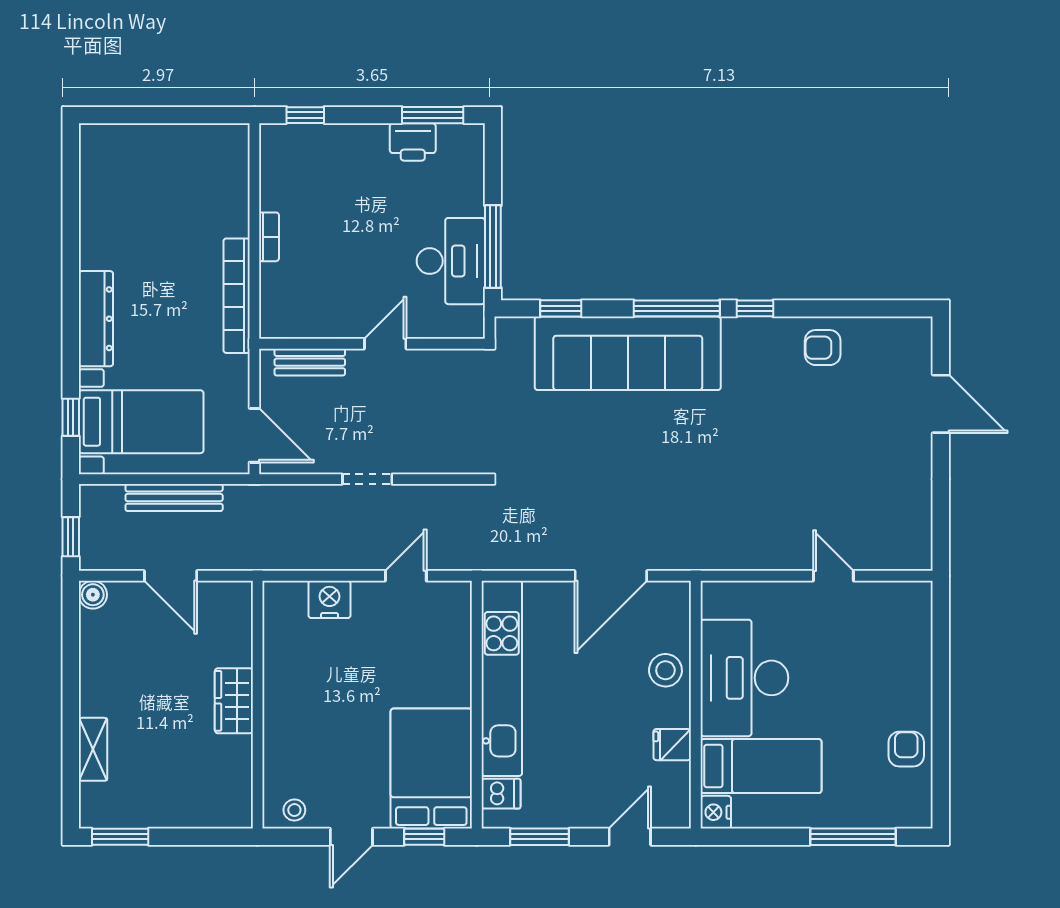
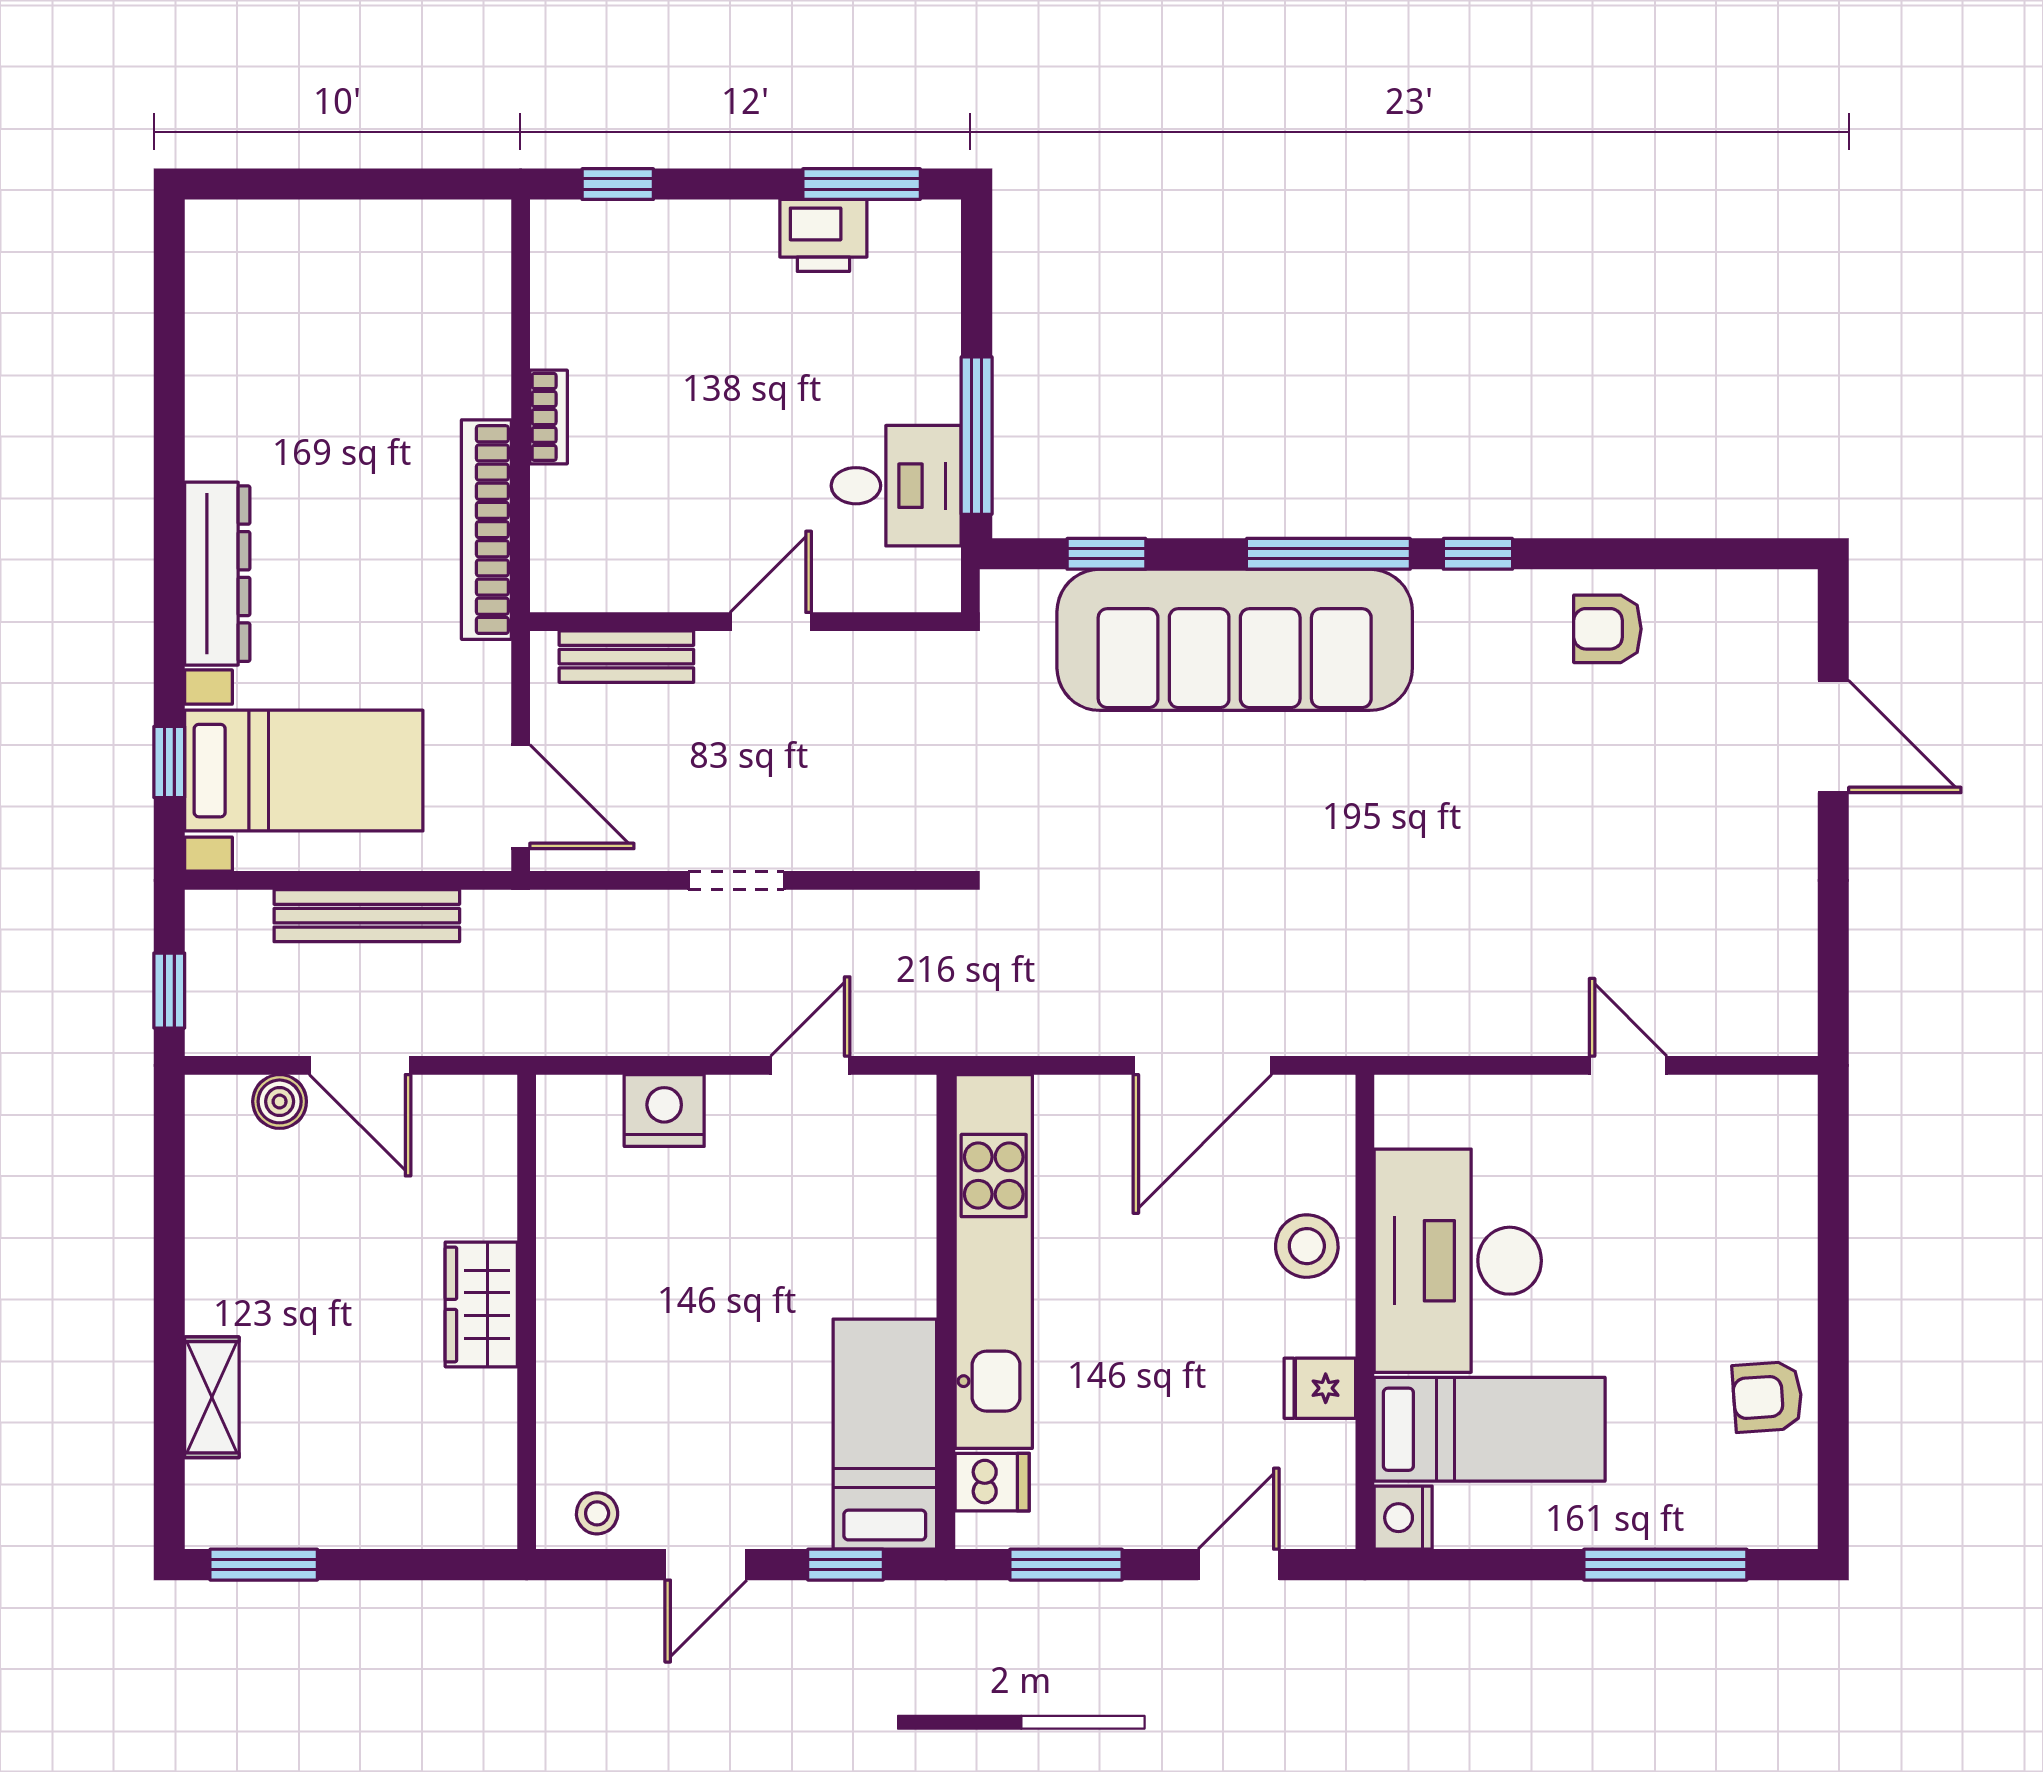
desk: (451, 261) -> (896, 486), width x0.73
boiler: (93, 595) -> (280, 1101), moved
armchair: (906, 749) -> (1767, 1397), turned -94
bed: (431, 769) -> (885, 1434), width x0.67

